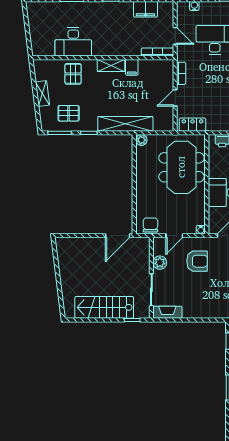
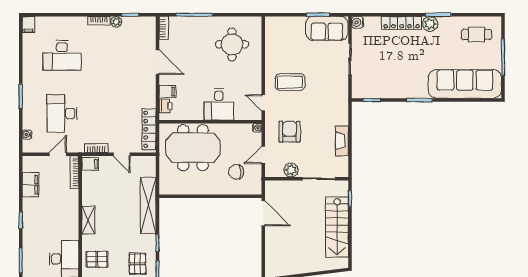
filing cabinet: (132, 67) -> (90, 164), moved
locker: (192, 125) -> (149, 129), width x1.53
plant: (141, 140) -> (165, 189), removed
chair: (150, 225) -> (236, 172), moved
door: (174, 236) -> (263, 155), swing flipped
fireplace: (167, 312) -> (342, 141), moved

